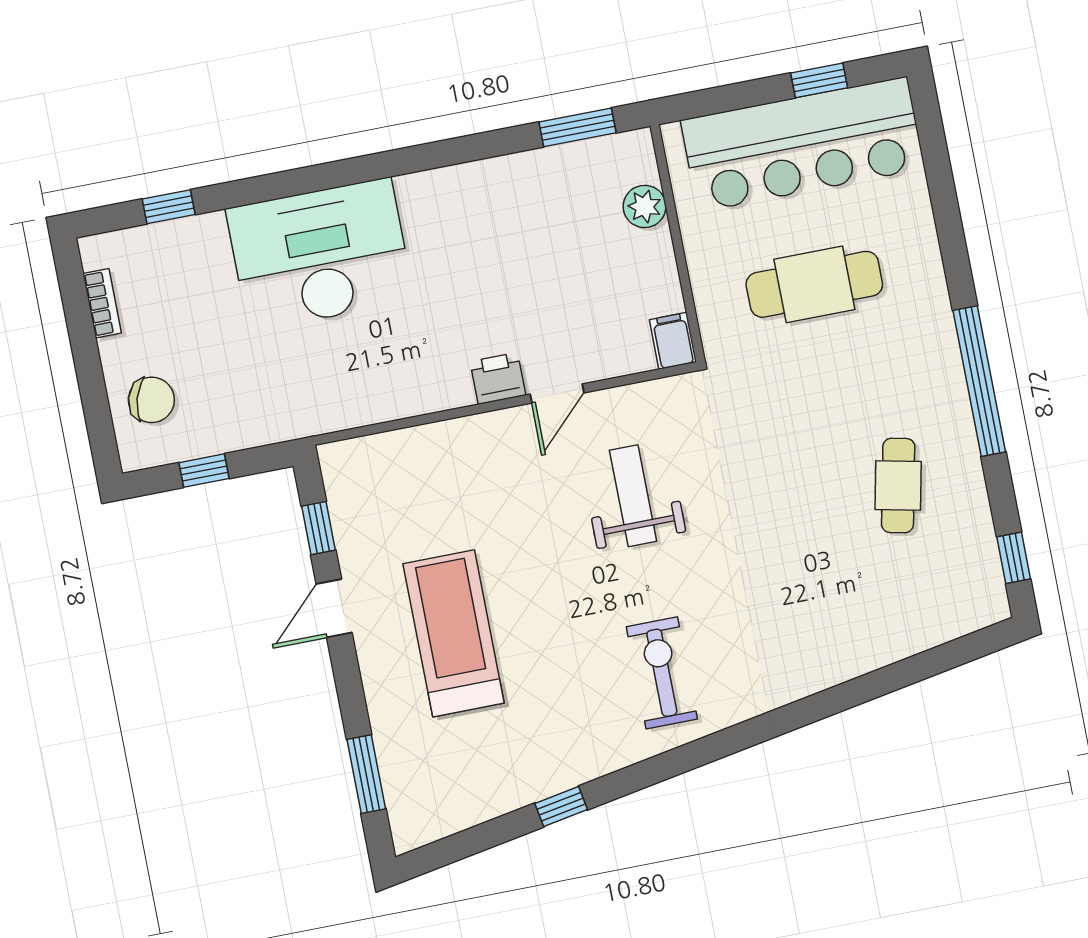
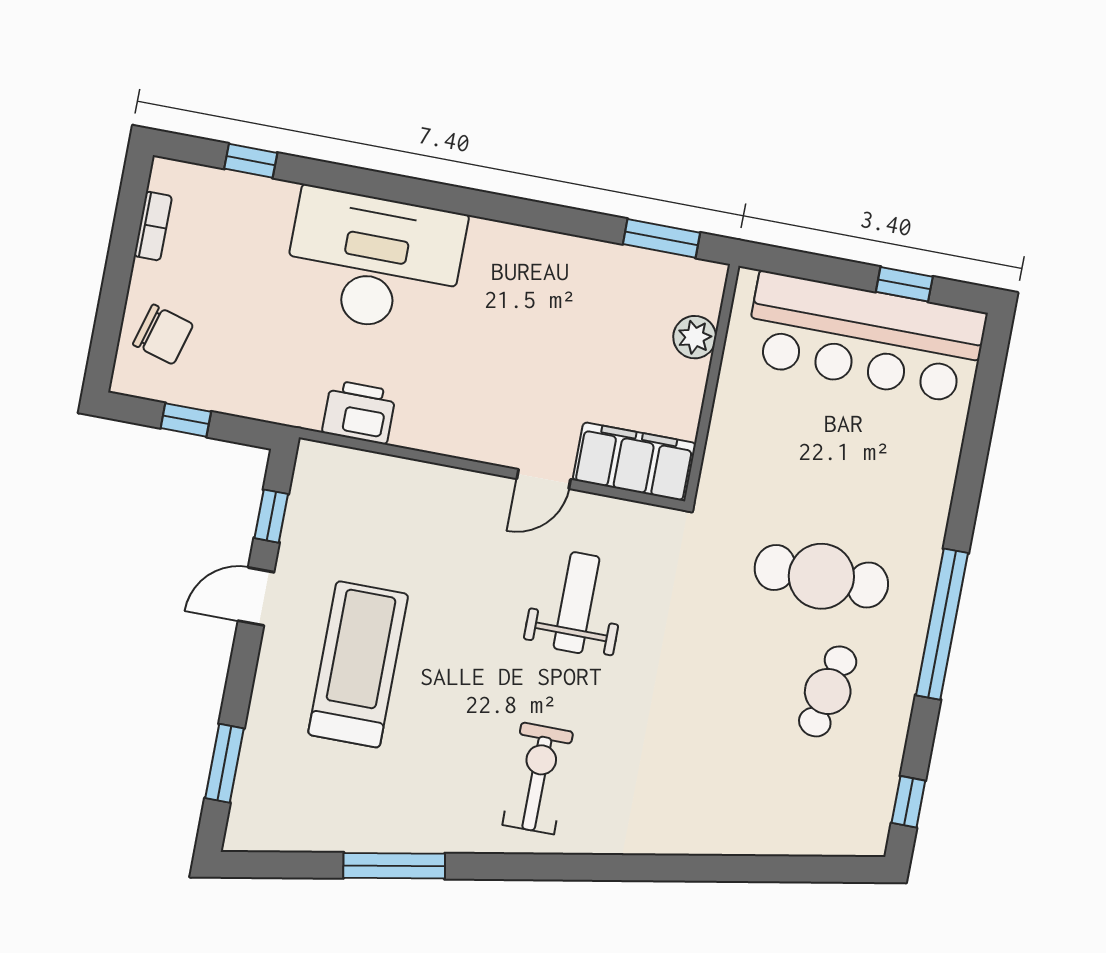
cafe table: (814, 284) -> (821, 576), moved
filing cabinet: (673, 341) -> (634, 462), width x3.00, depth x1.17
printer: (498, 378) -> (359, 412), moved, width x1.36, depth x1.24
window: (561, 807) -> (394, 866), width x2.17

